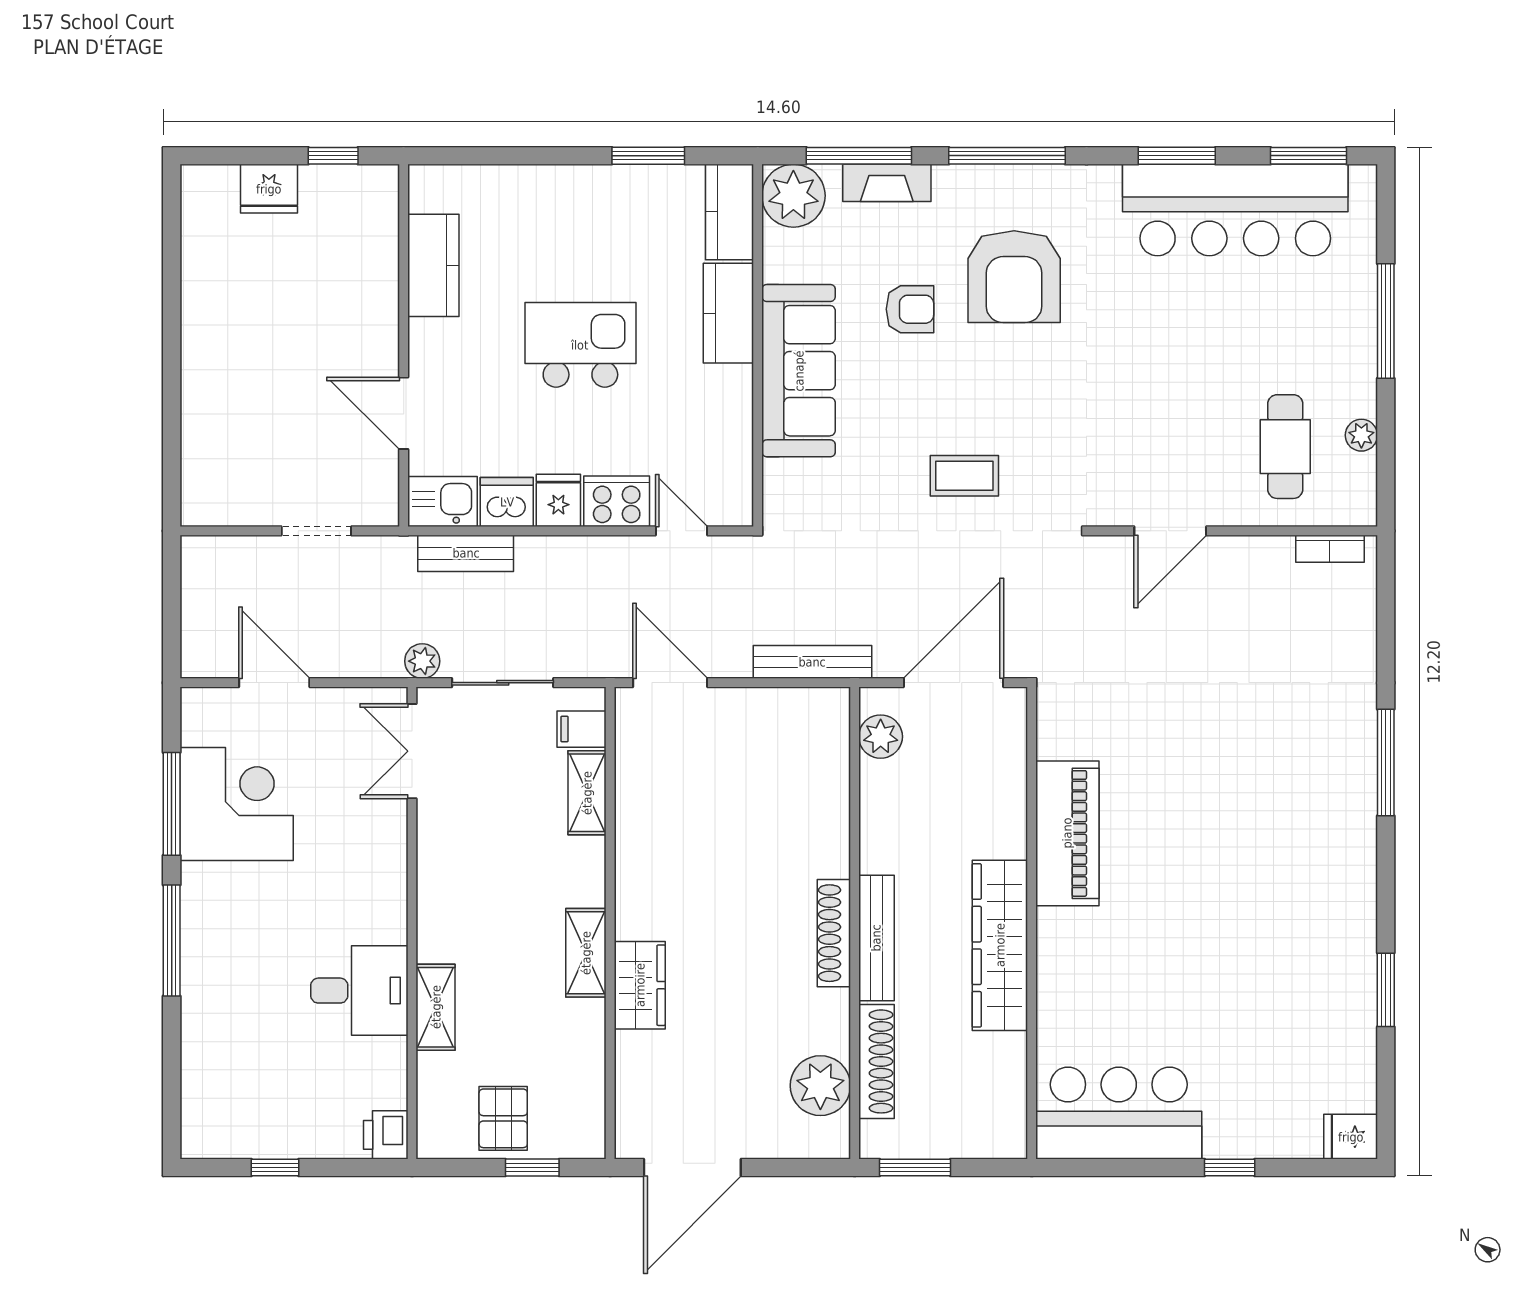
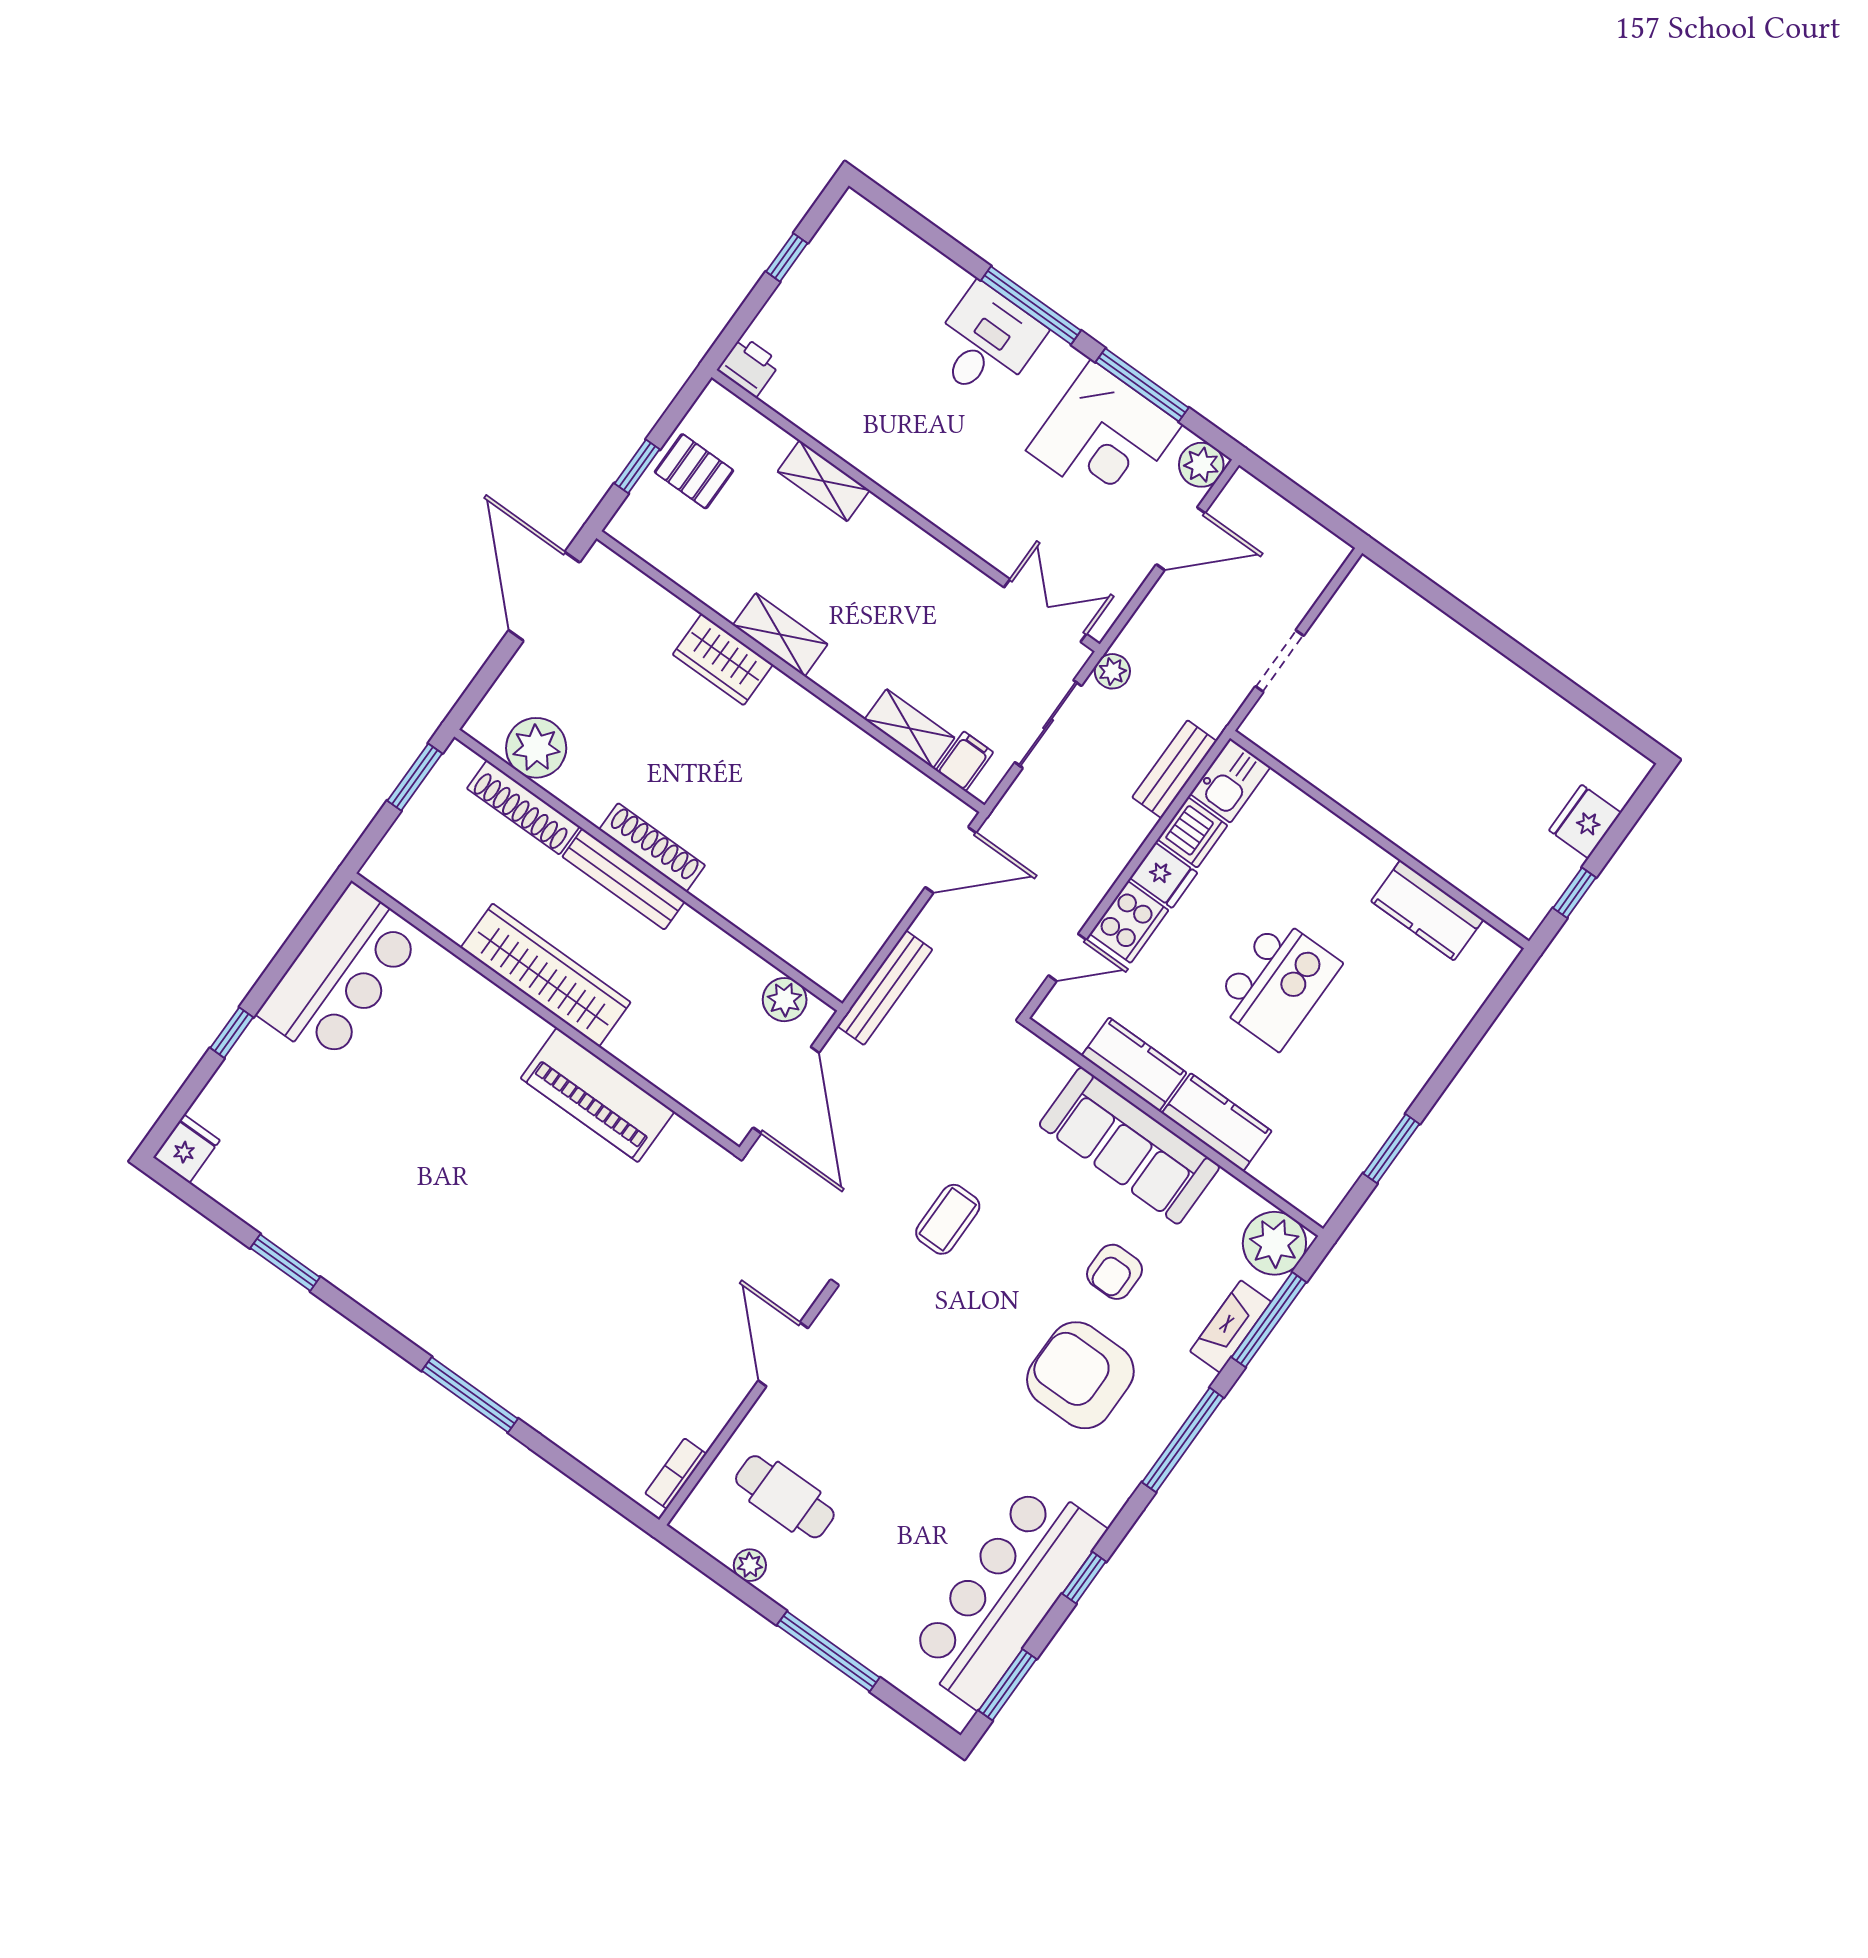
window: (1177, 156) -> (1084, 1578), width x0.67
kitchen counter: (730, 212) -> (1134, 1064), moved
door: (404, 413) -> (1324, 800), removed
plant: (202, 709) -> (1201, 465), added
desk: (359, 991) -> (986, 343), moved, turned 180

